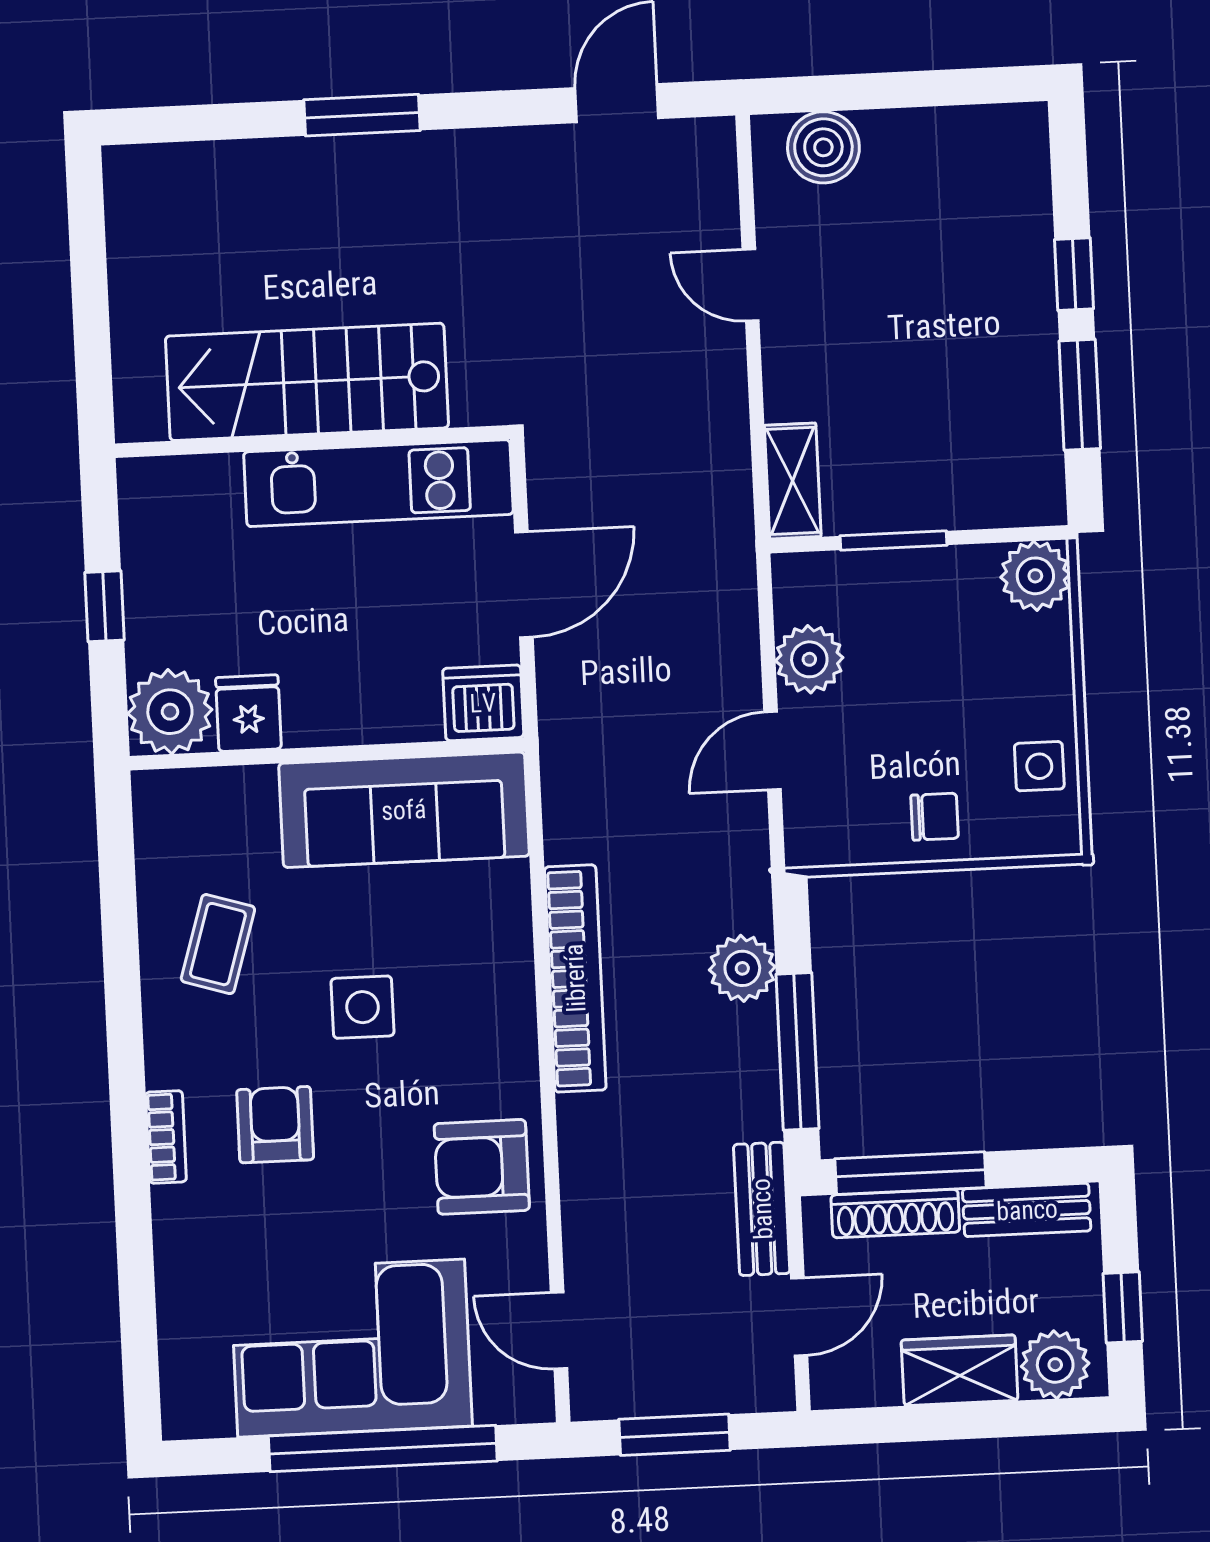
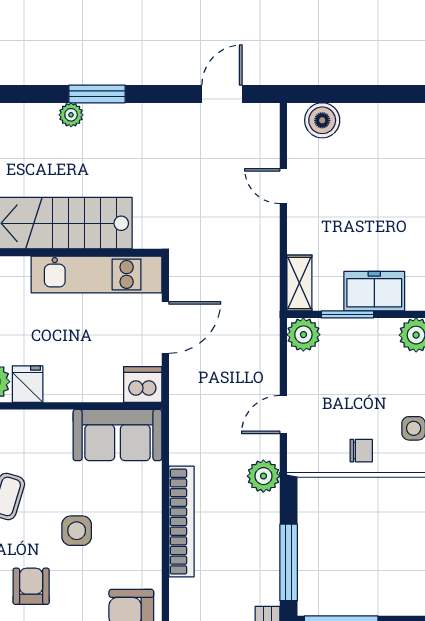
plant: (311, 160) -> (71, 115), added
freezer: (946, 490) -> (374, 291), added
plant: (809, 659) -> (303, 335), moved
sofa: (404, 810) -> (118, 435), width x0.73
plant: (742, 968) -> (263, 476), moved

